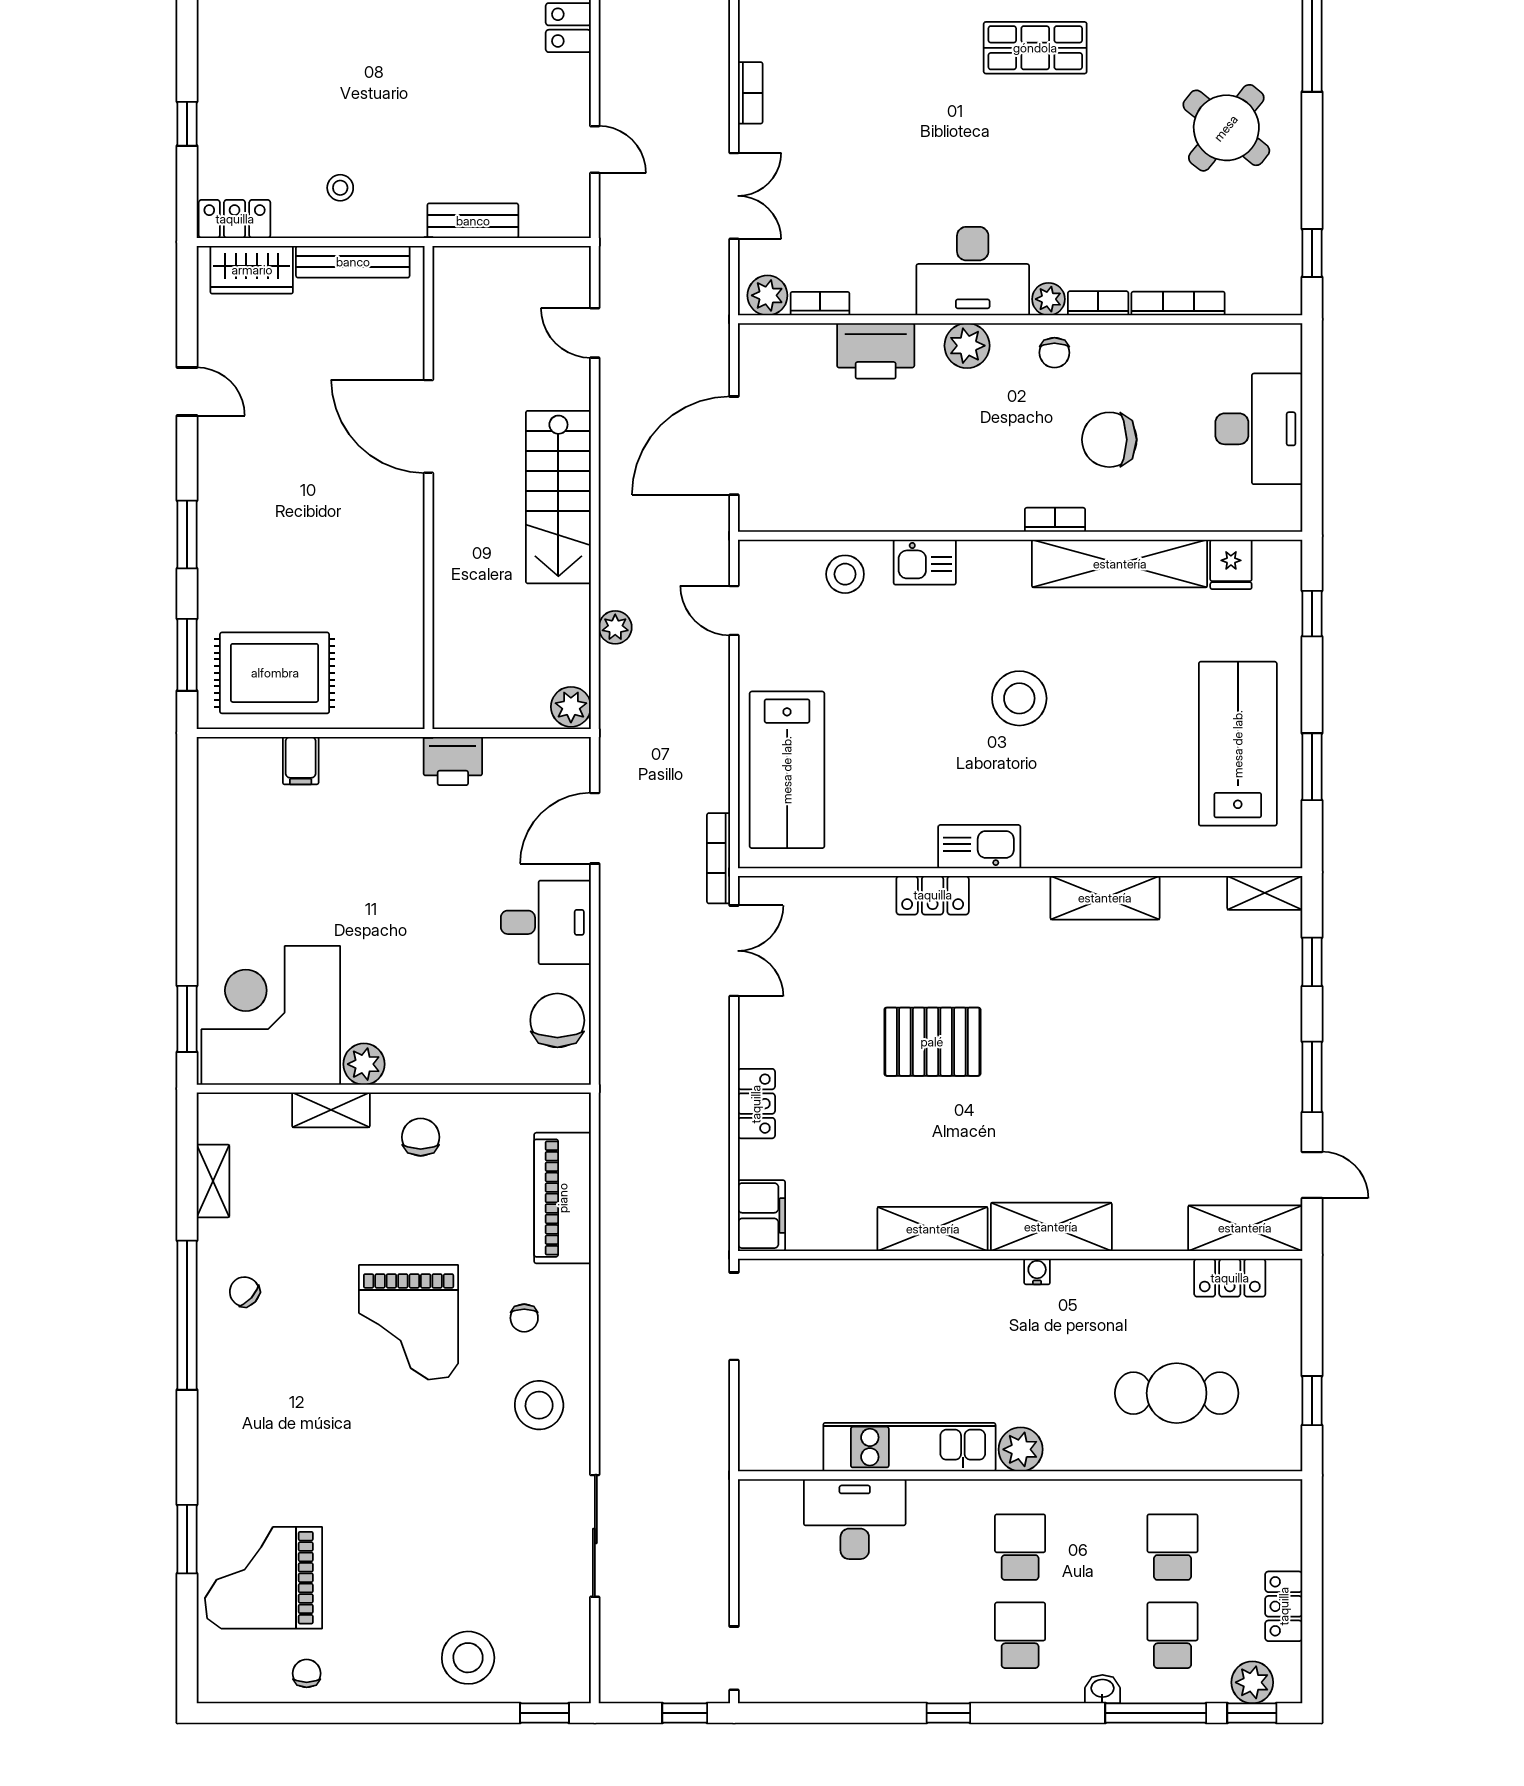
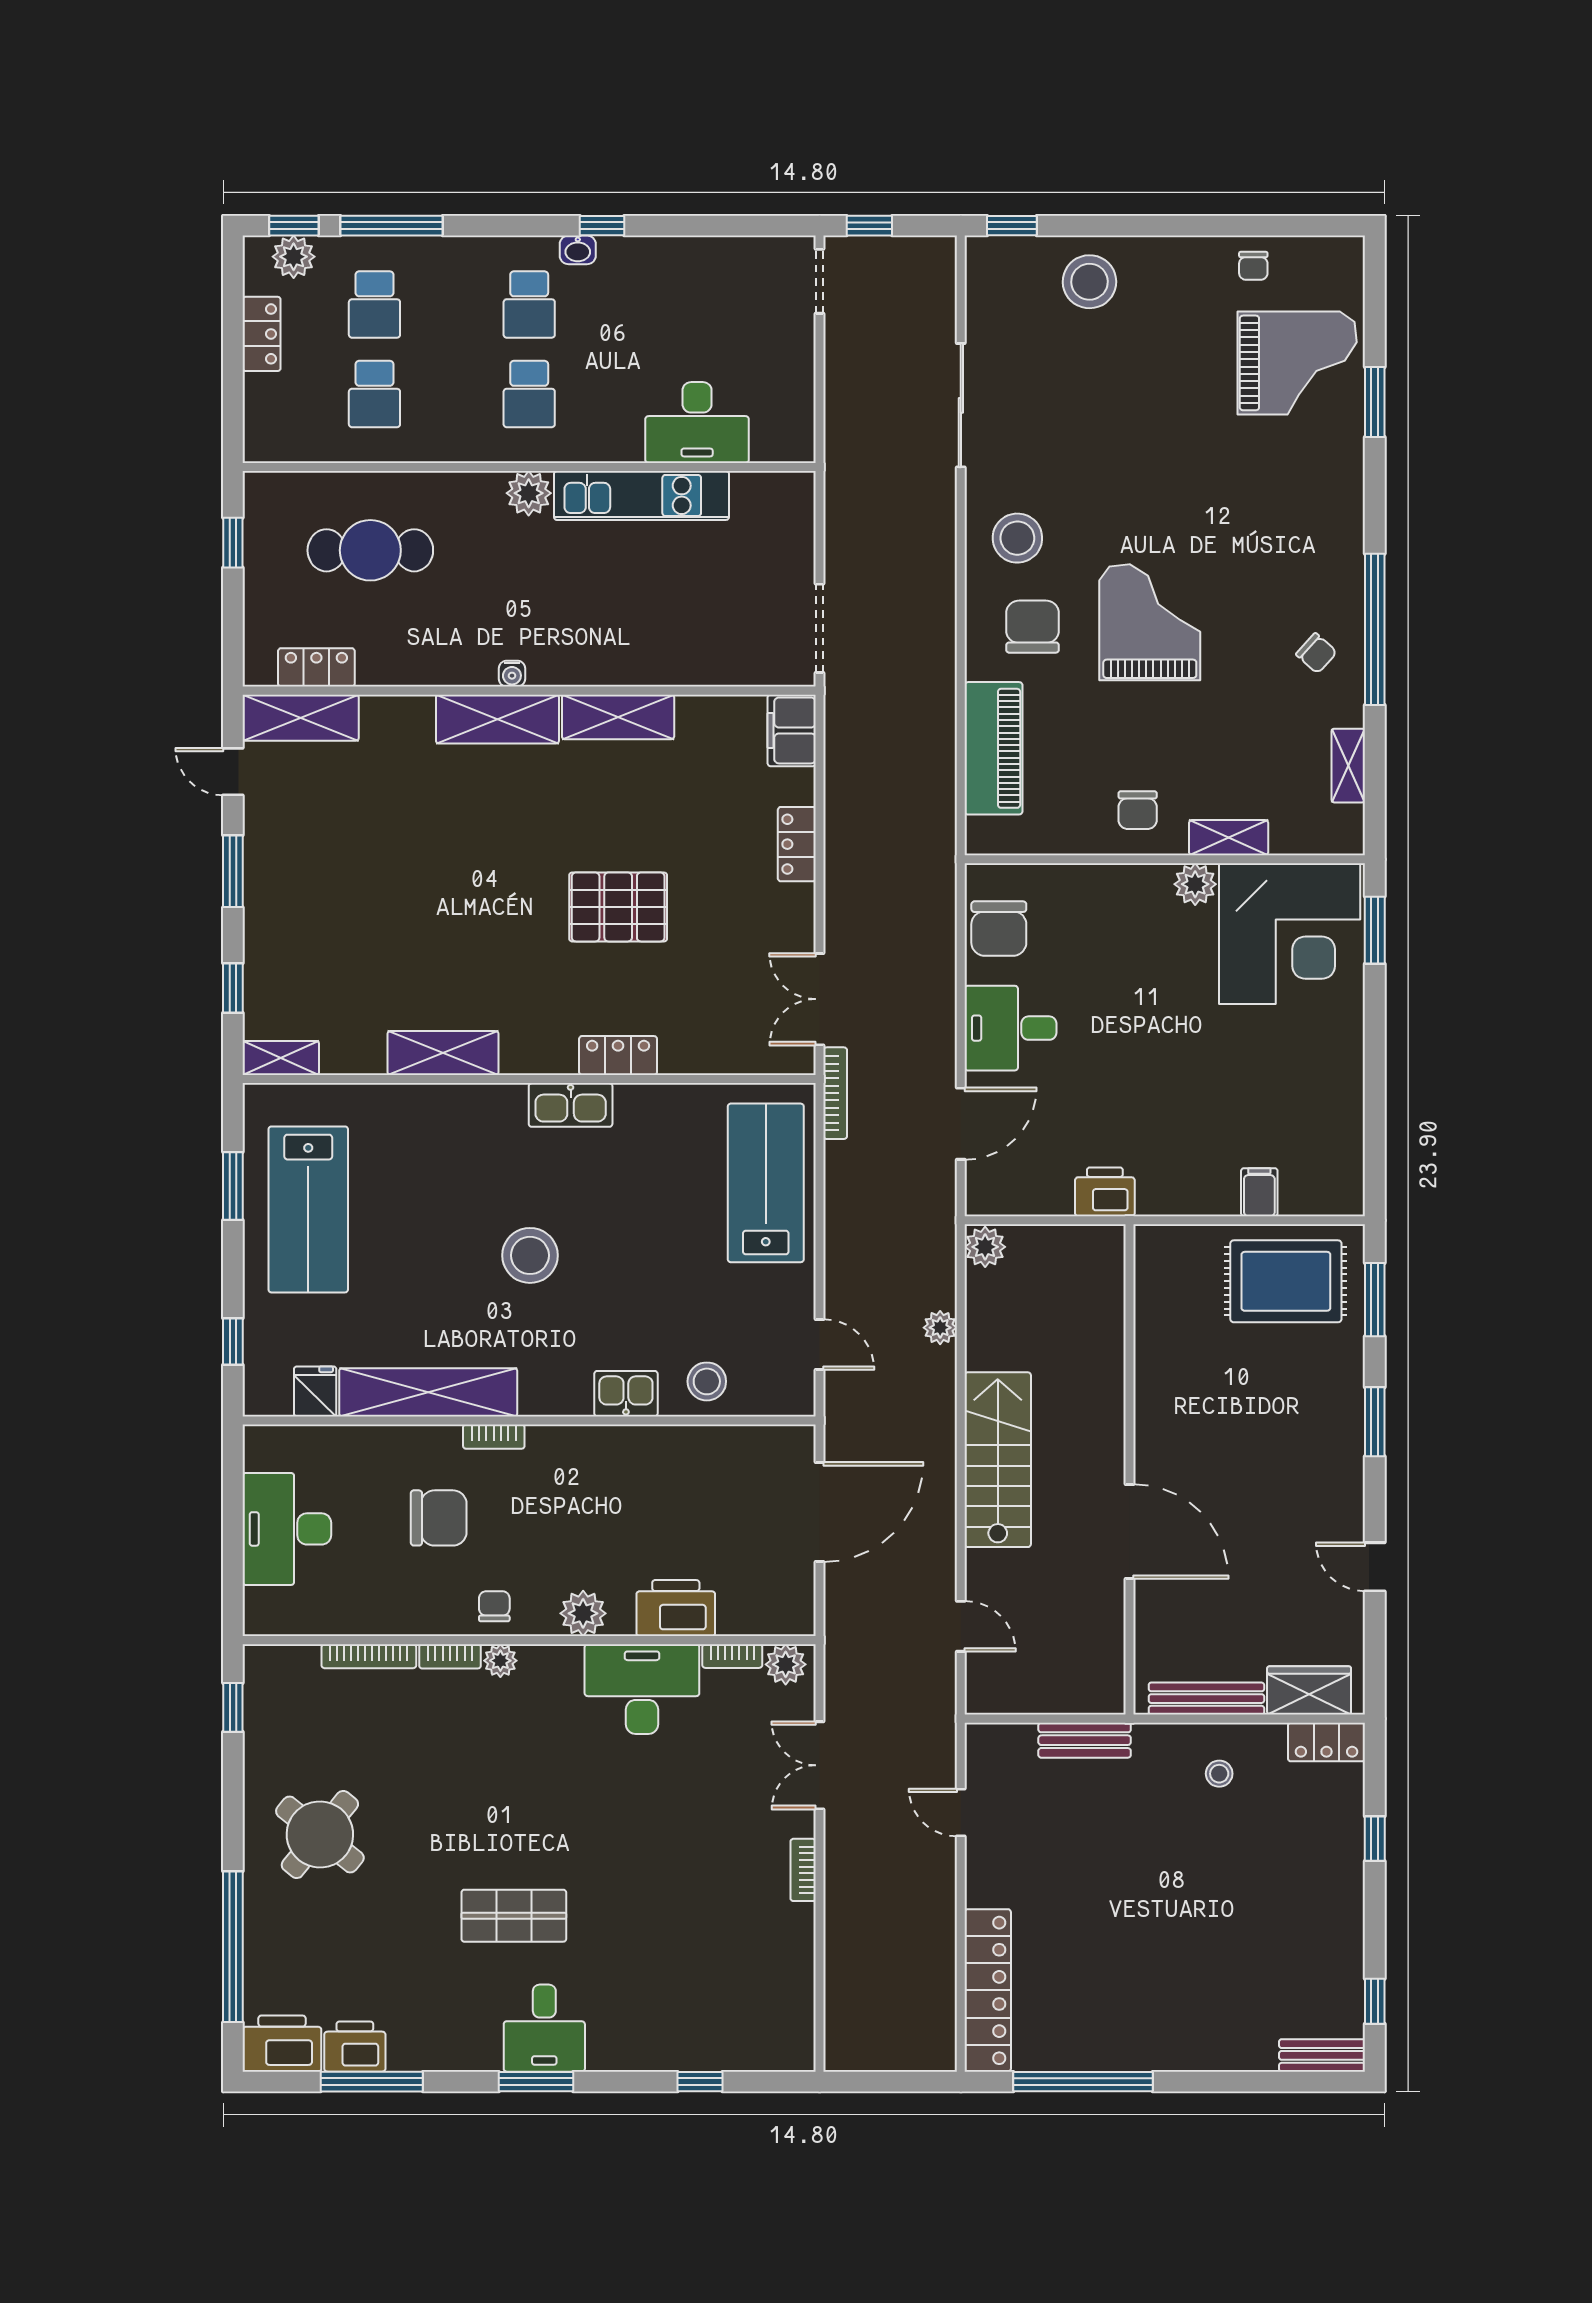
desk: (973, 271) -> (642, 1689), moved
chair: (524, 1318) -> (1033, 627), width x1.87, depth x1.87
washbasin: (1102, 1689) -> (578, 250), moved

